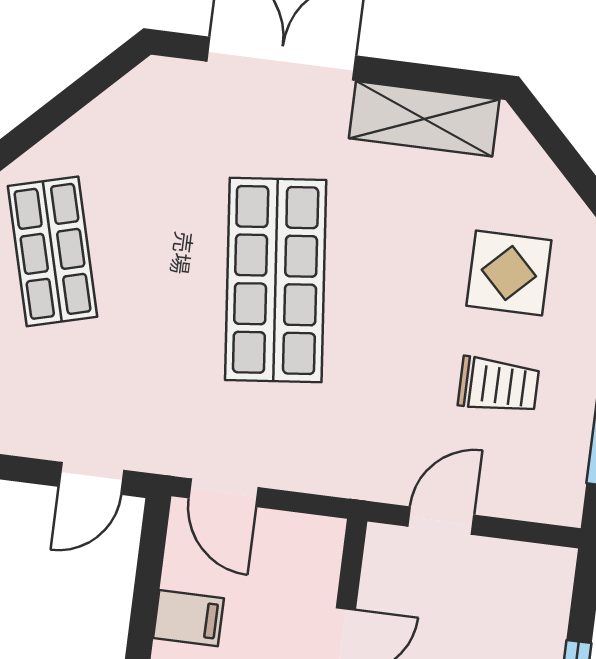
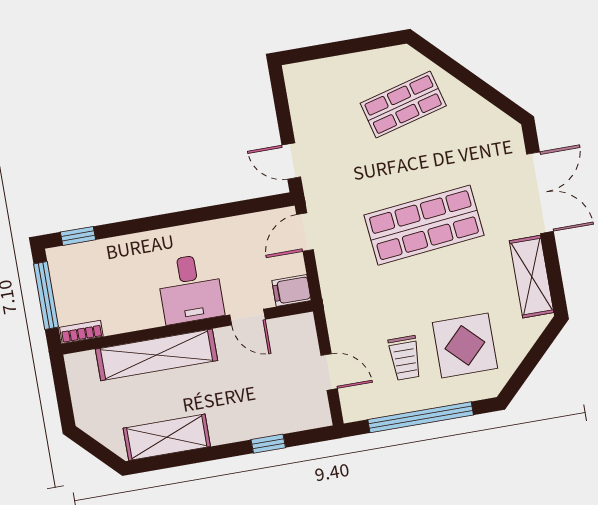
display table: (509, 273) -> (465, 345), width x1.36, depth x1.36
door: (441, 521) -> (329, 372), moved
filing cabinet: (188, 618) -> (291, 291), moved, turned 90

